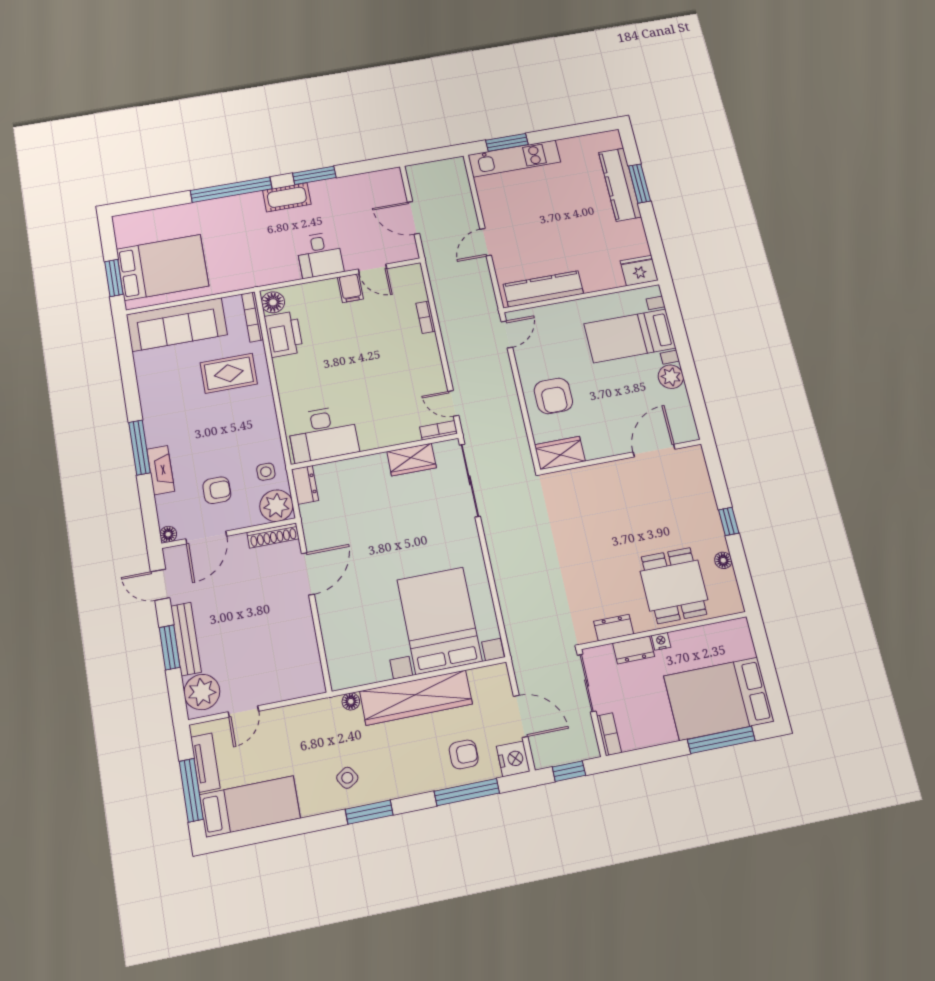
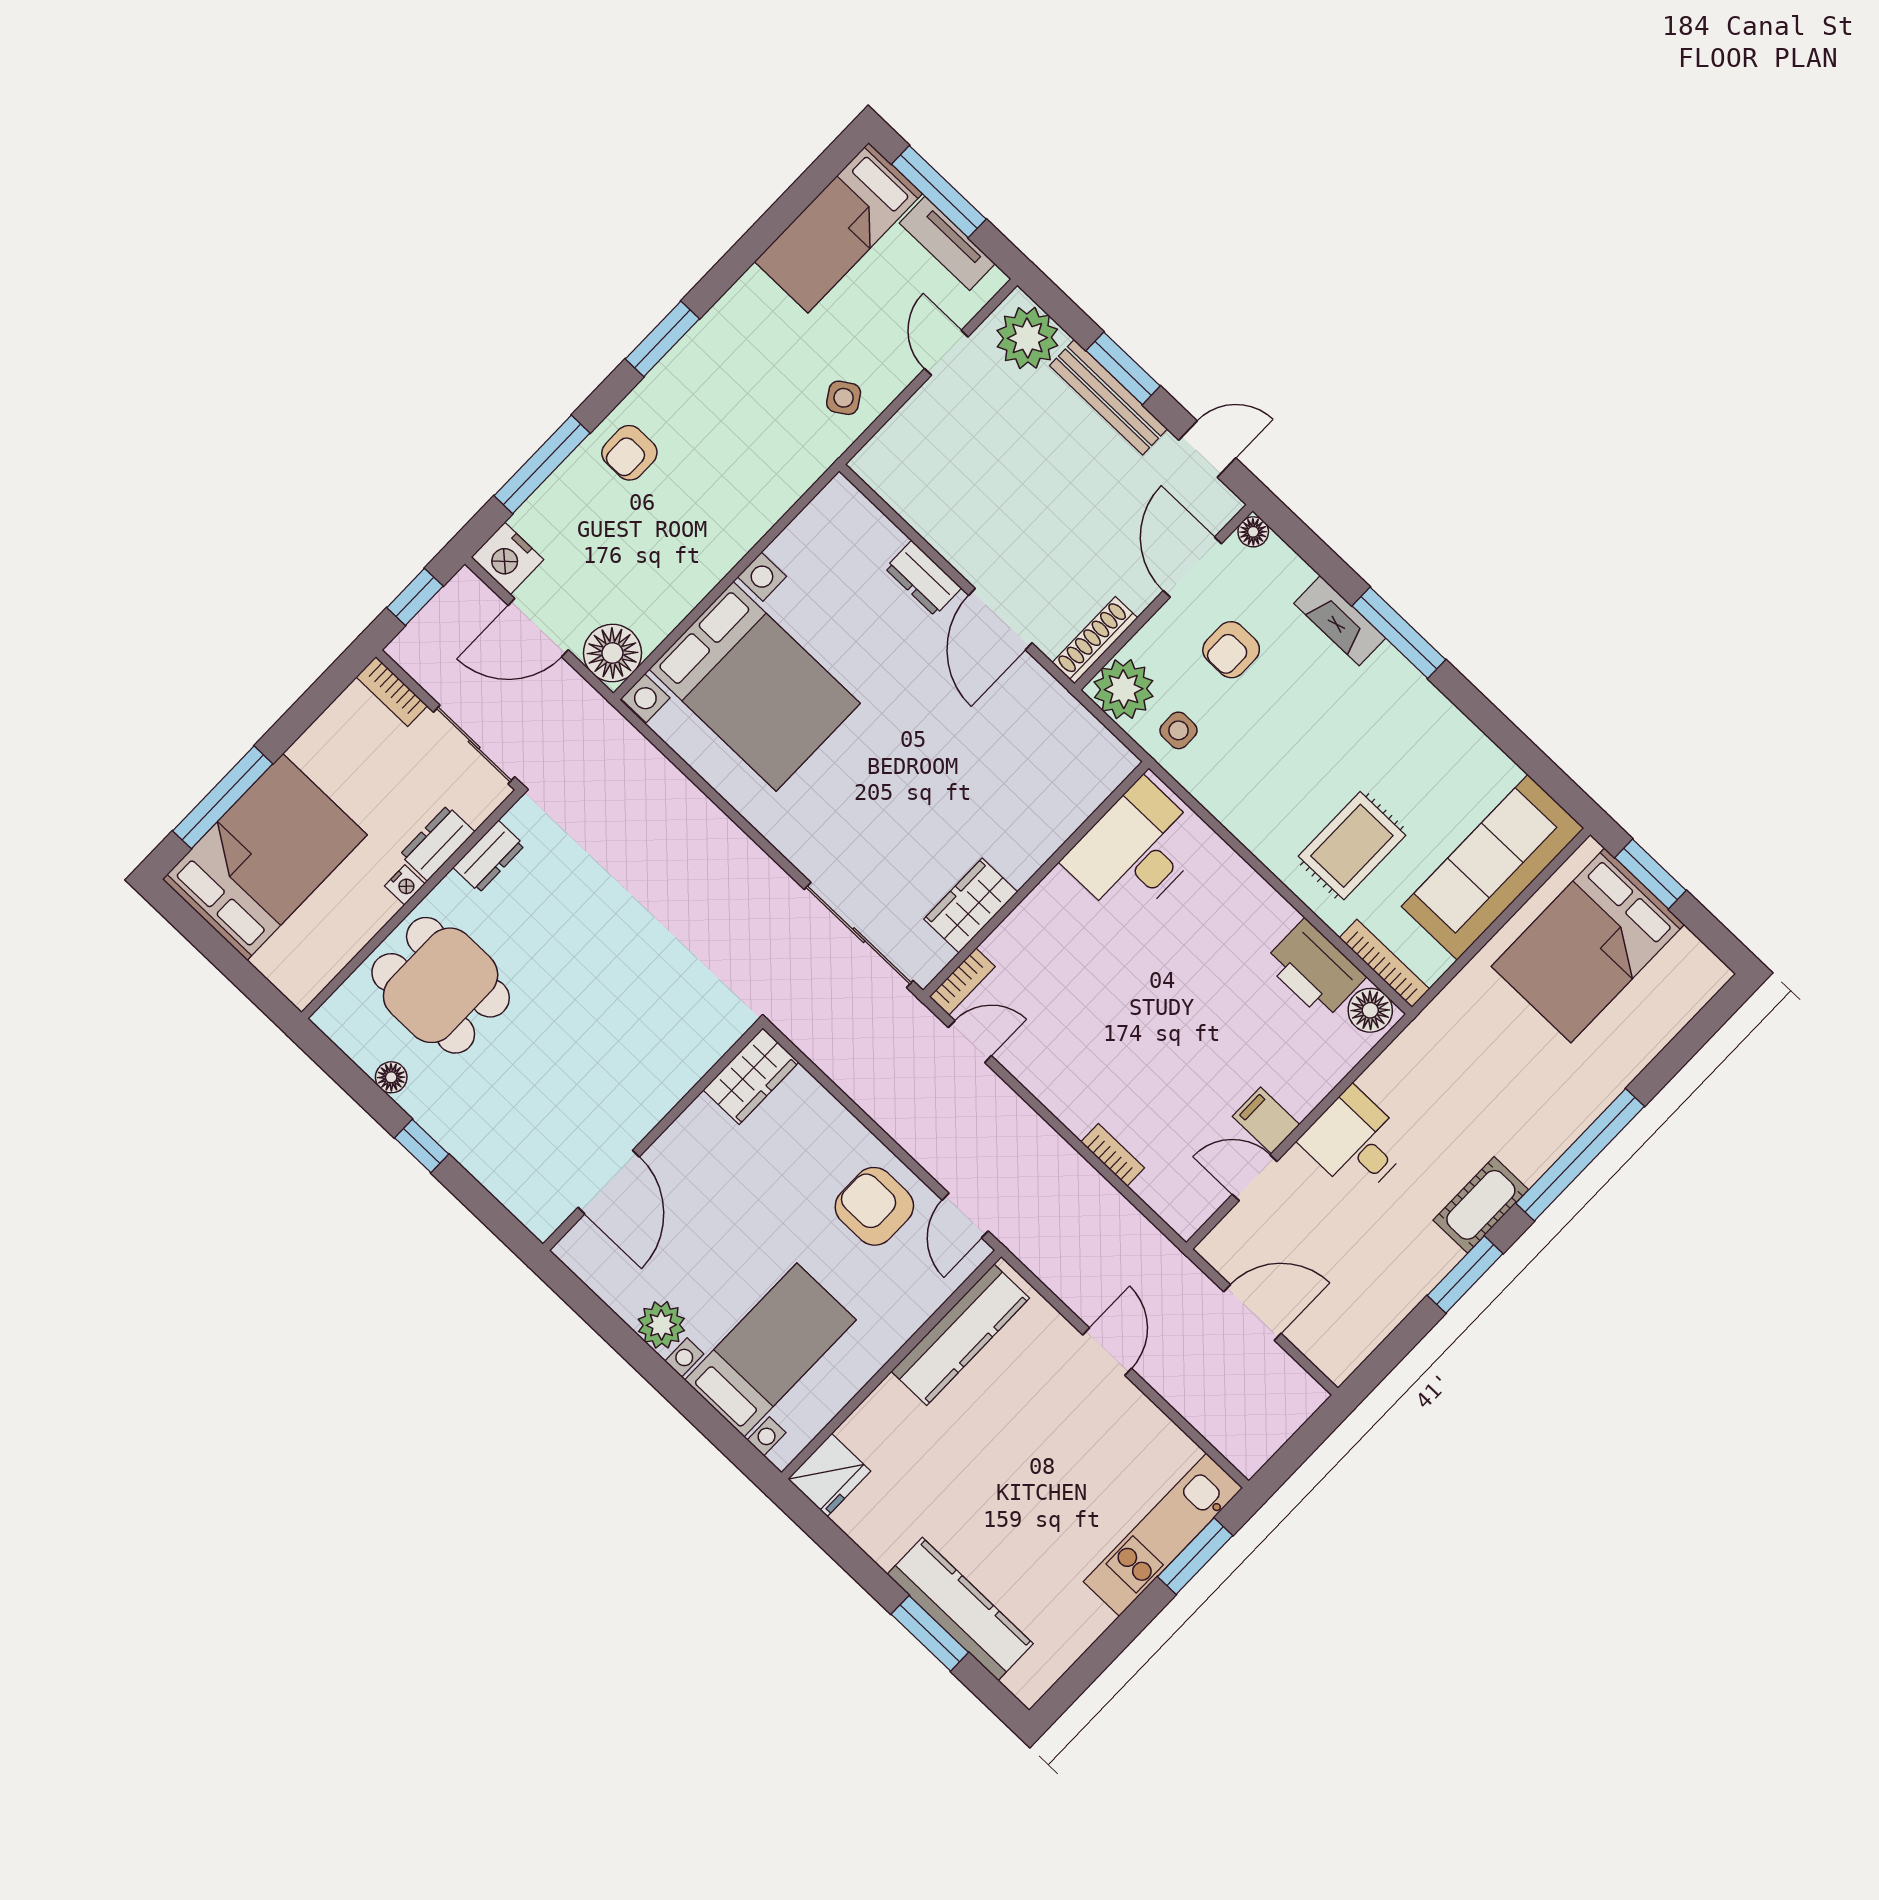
armchair: (553, 396) -> (874, 1206), moved
dresser: (305, 485) -> (923, 578), moved
wardrobe: (416, 698) -> (710, 548), removed
floor lamp: (351, 701) -> (612, 653), moved, width x1.89, depth x1.89
armchair: (464, 754) -> (629, 453), moved
side table: (347, 778) -> (844, 398), moved

